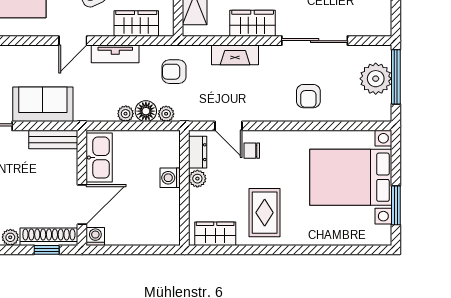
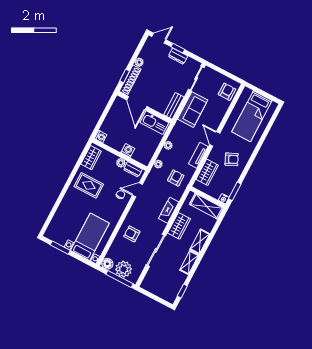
floor lamp: (146, 111) -> (107, 264), moved
bed with nightstands: (351, 177) -> (90, 237), width x0.73
washing machine: (95, 236) -> (101, 137), moved

